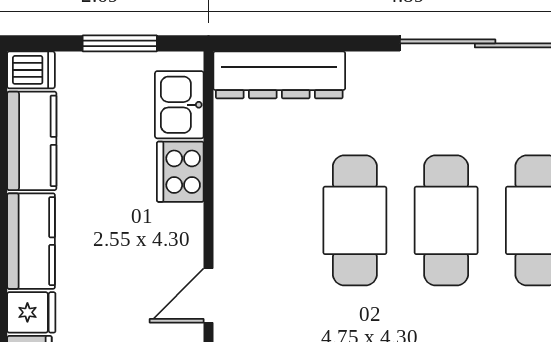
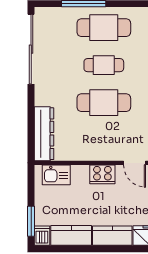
window: (120, 43) -> (31, 221), moved
cooker: (180, 172) -> (102, 174), moved
cafe table: (446, 220) -> (104, 65), width x0.73, depth x0.74

